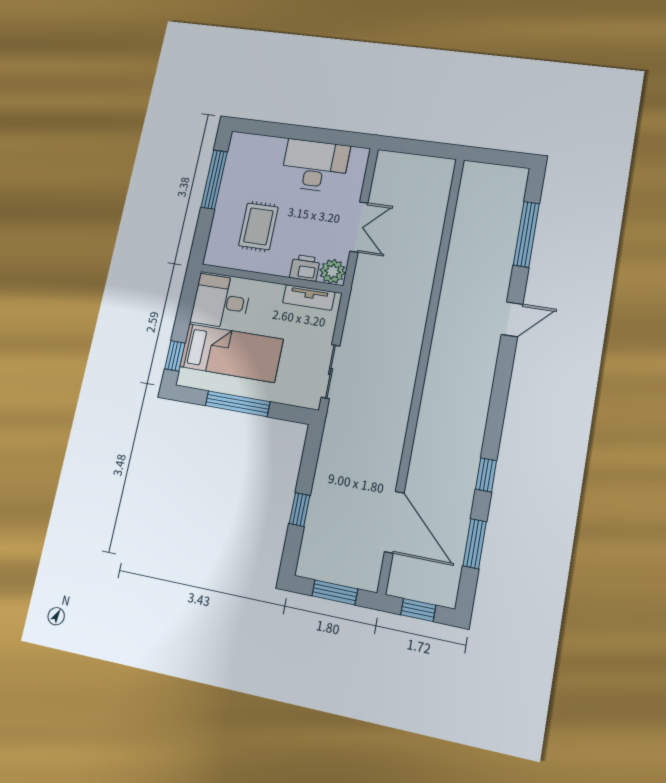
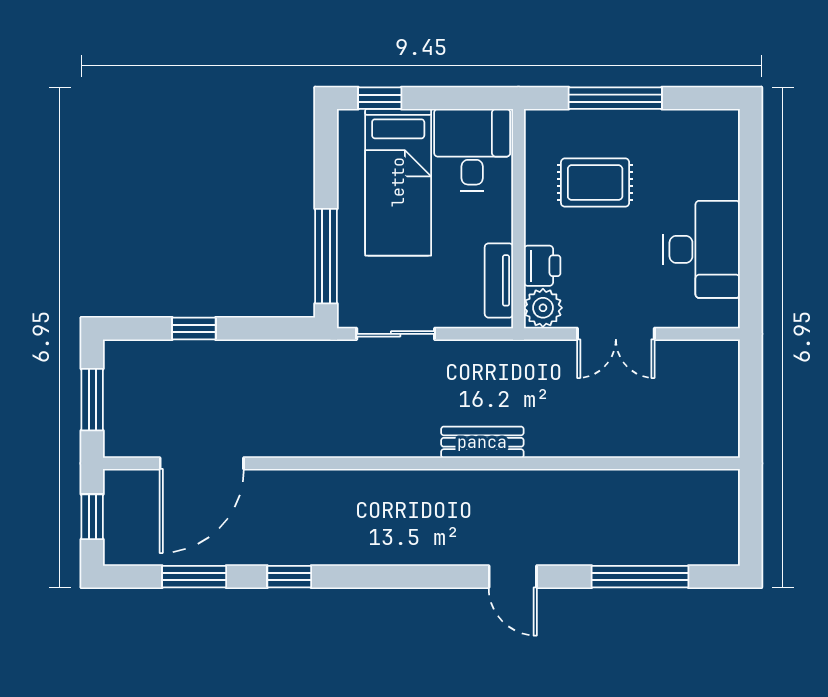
window: (214, 179) -> (615, 98), moved
bench: (415, 325) -> (482, 442), added
window: (238, 404) -> (326, 256), moved

